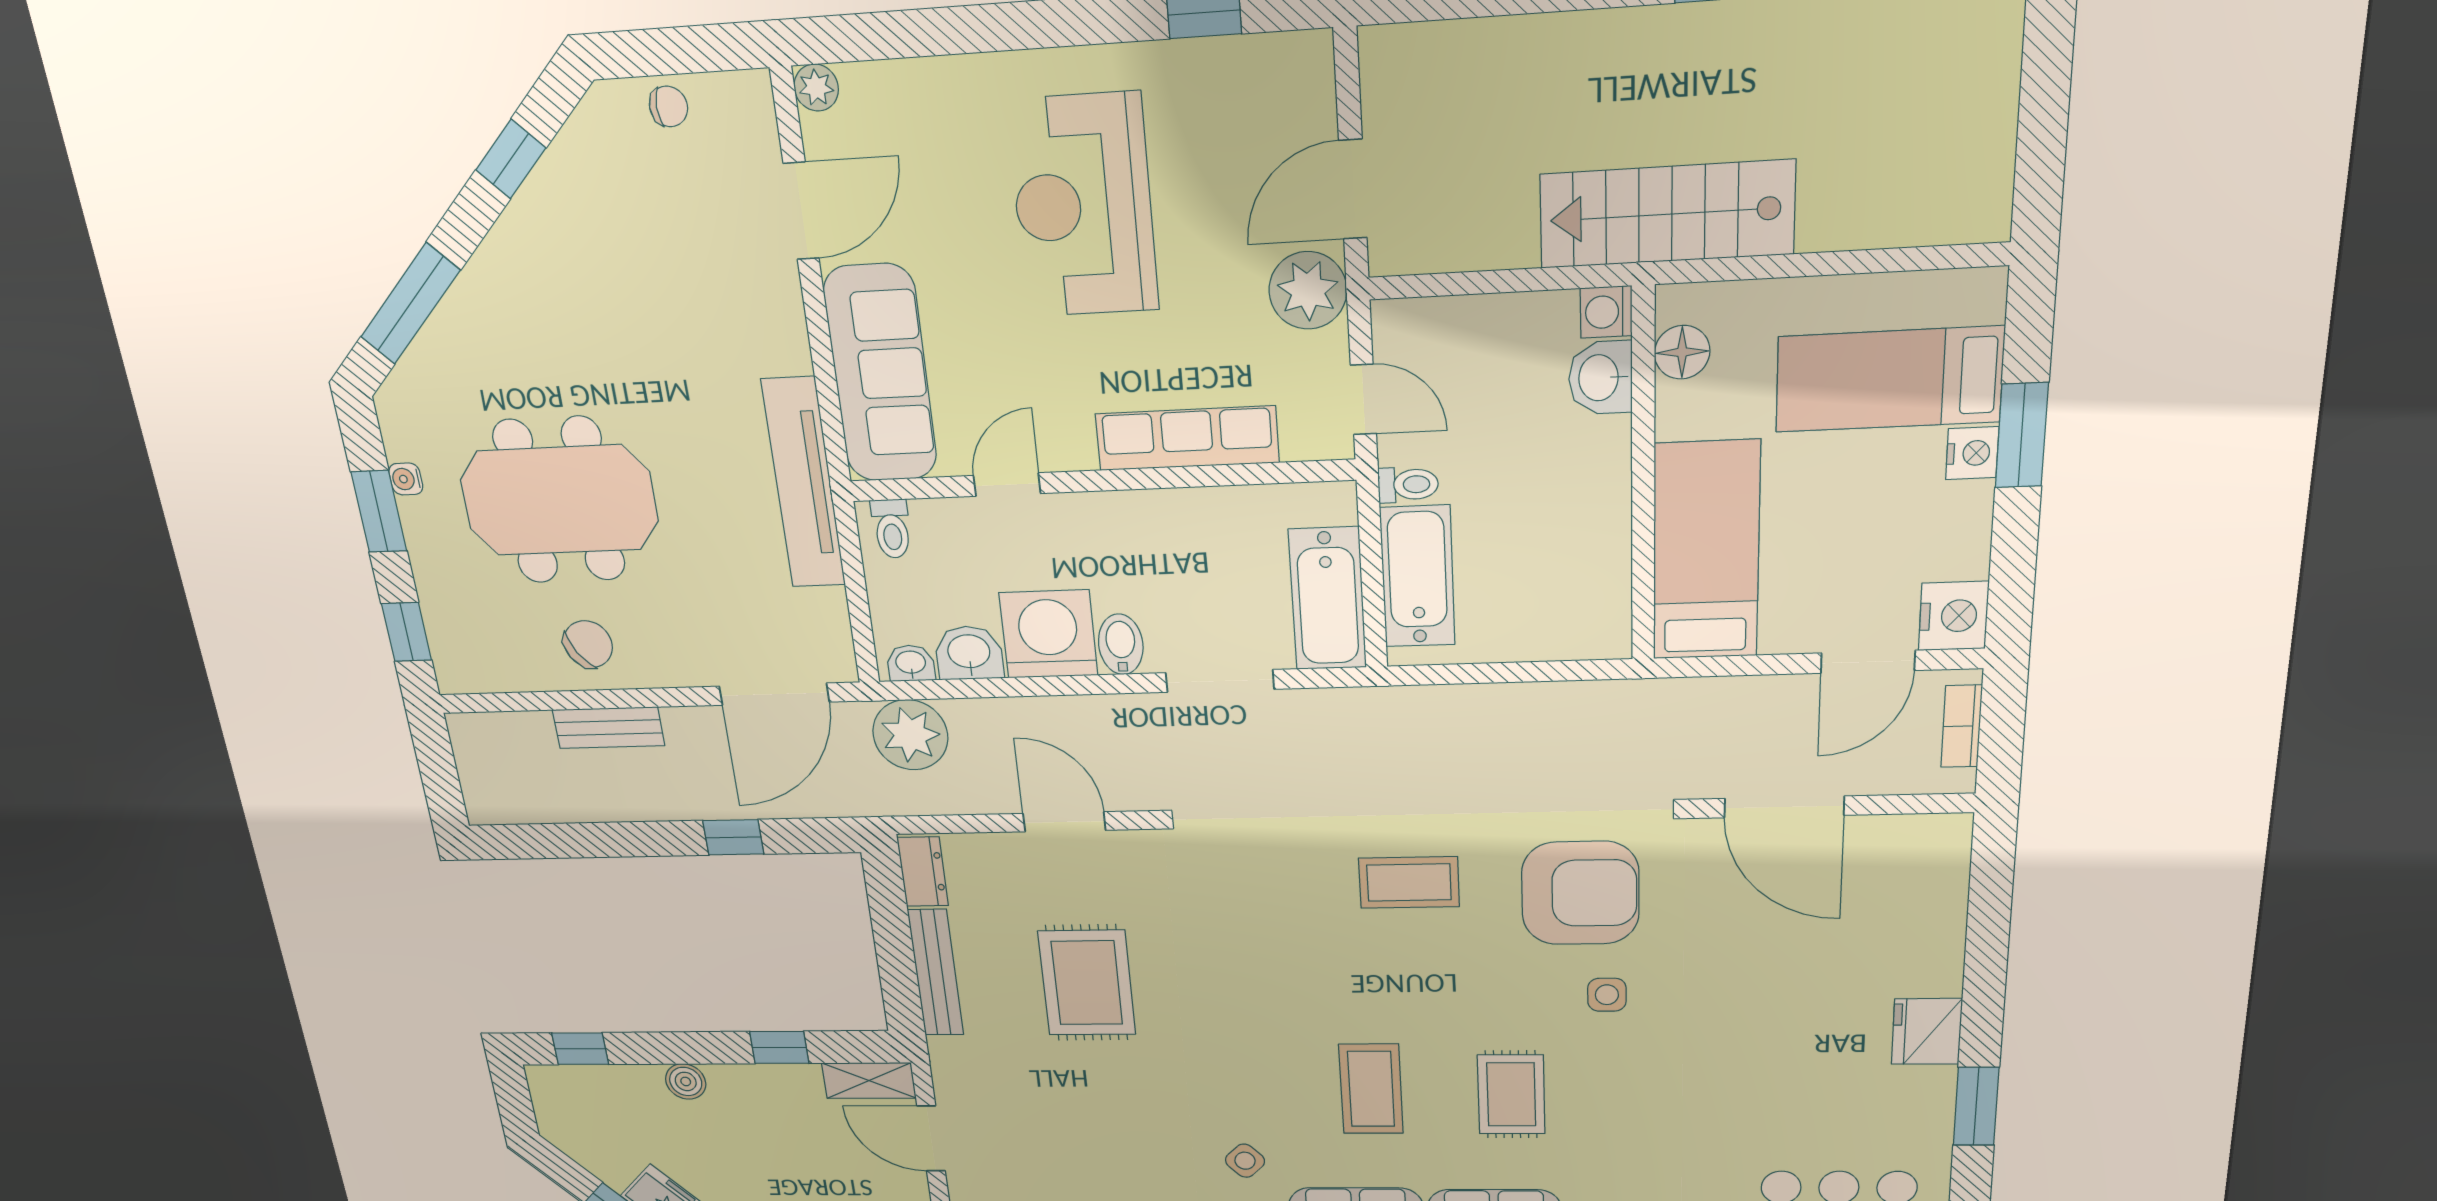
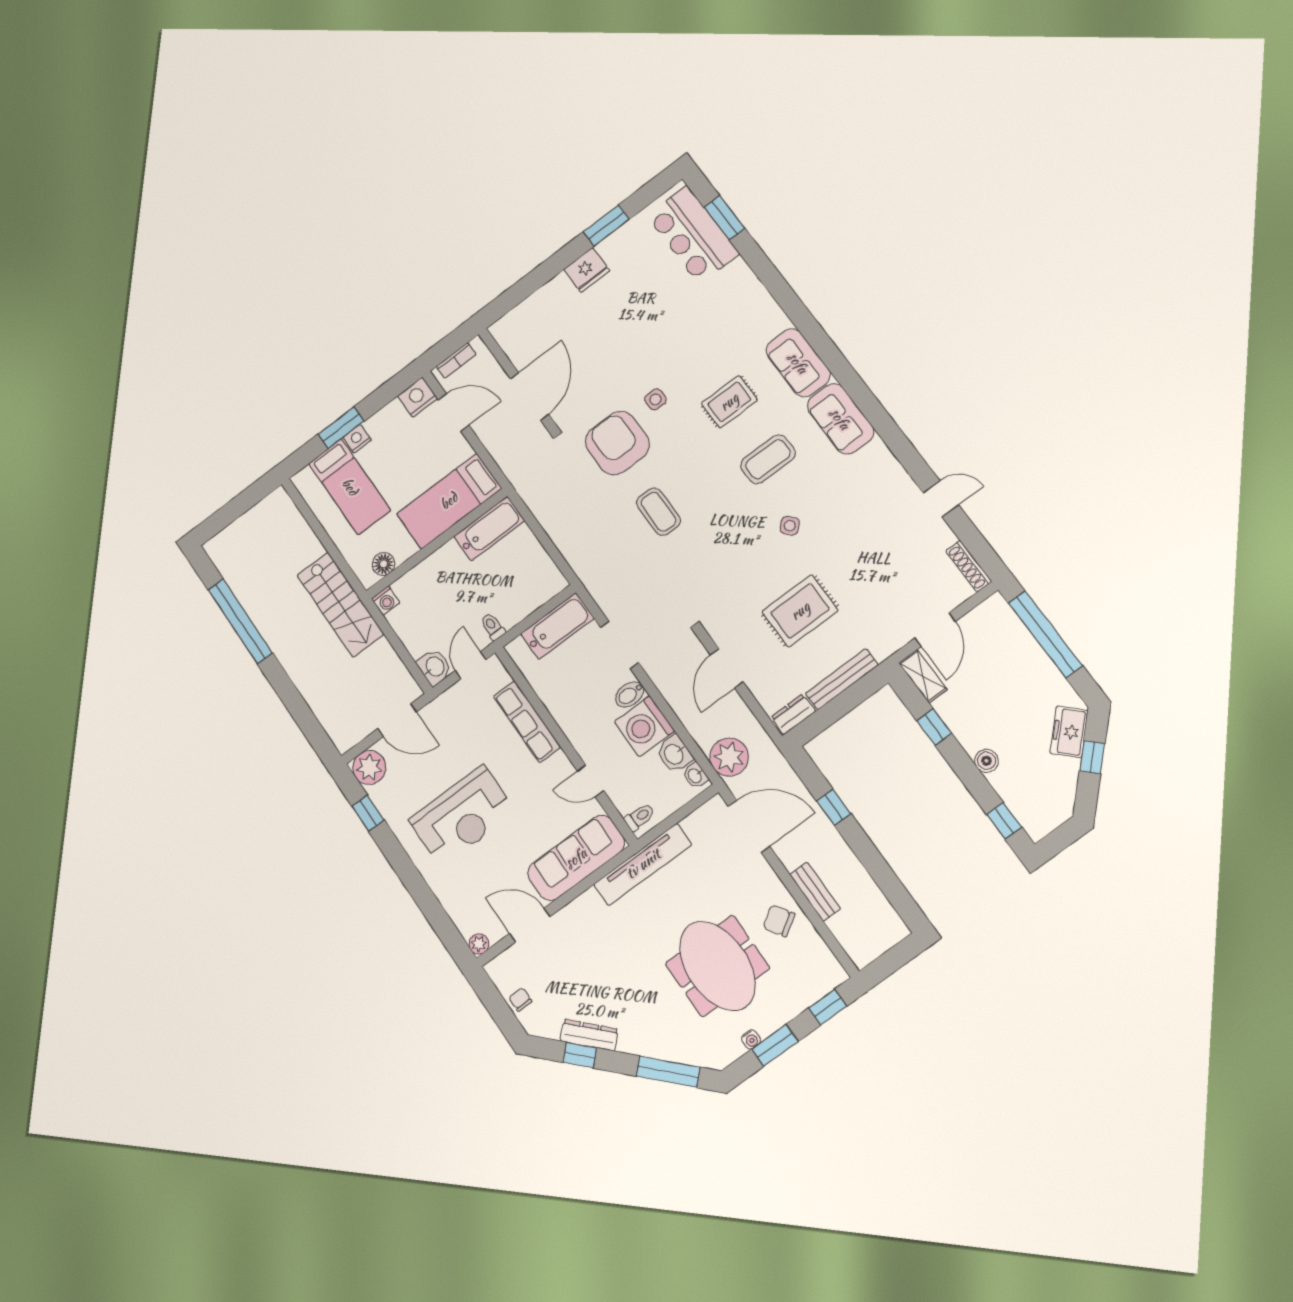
dresser: (540, 200) -> (589, 1035), added
plant: (1308, 290) -> (369, 768), moved
washbasin: (1600, 378) -> (434, 667), moved, turned -90
bathtub: (1418, 577) -> (489, 529), moved, turned 180
side table: (1245, 1161) -> (790, 526), moved

